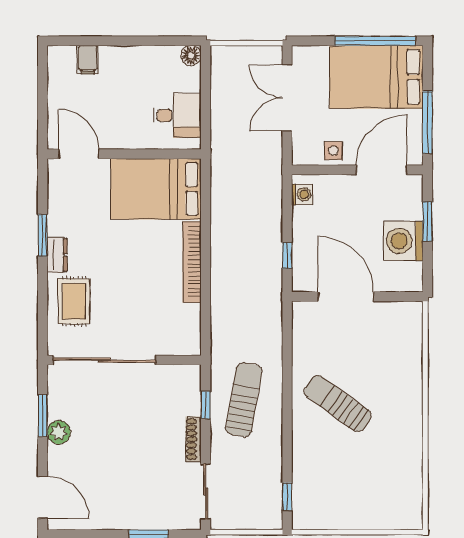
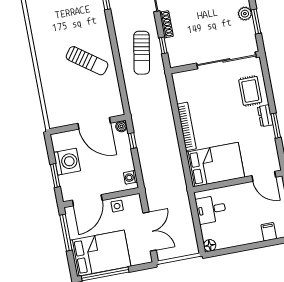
boiler: (301, 283) -> (121, 126), added

